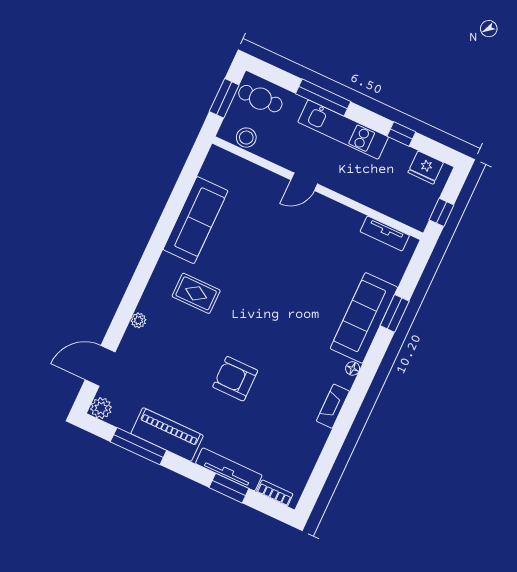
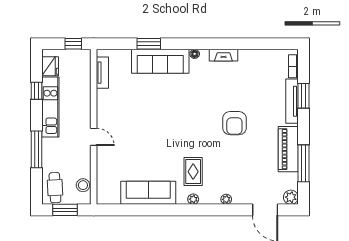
kitchen unit: (343, 130) -> (50, 107), moved
plant: (159, 276) -> (193, 199), added

